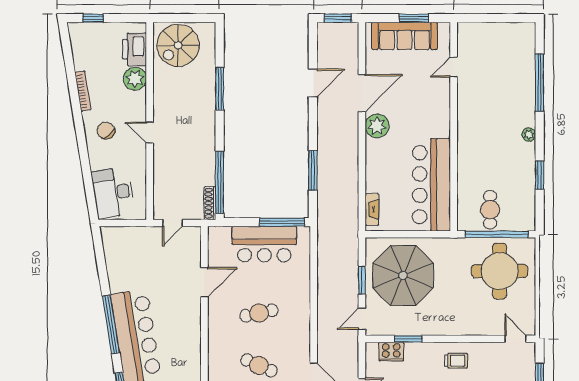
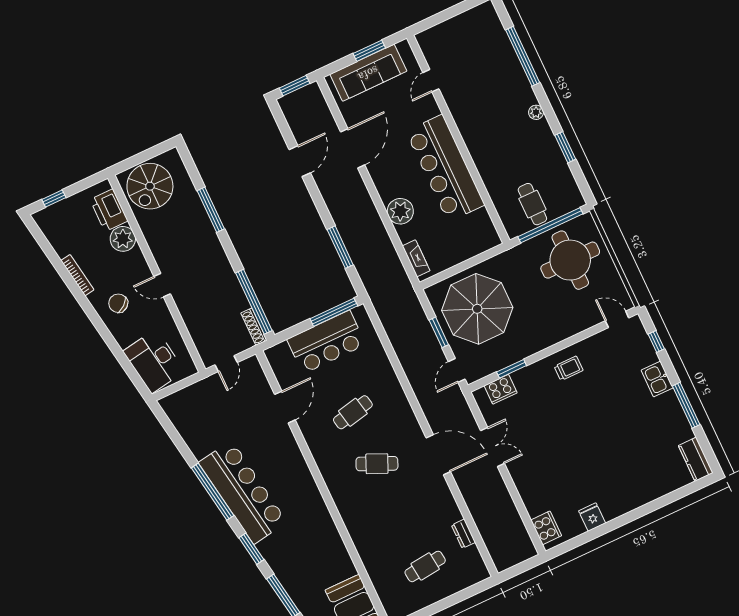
plant: (377, 126) -> (400, 211), moved
bar counter: (431, 185) -> (445, 168), moved

